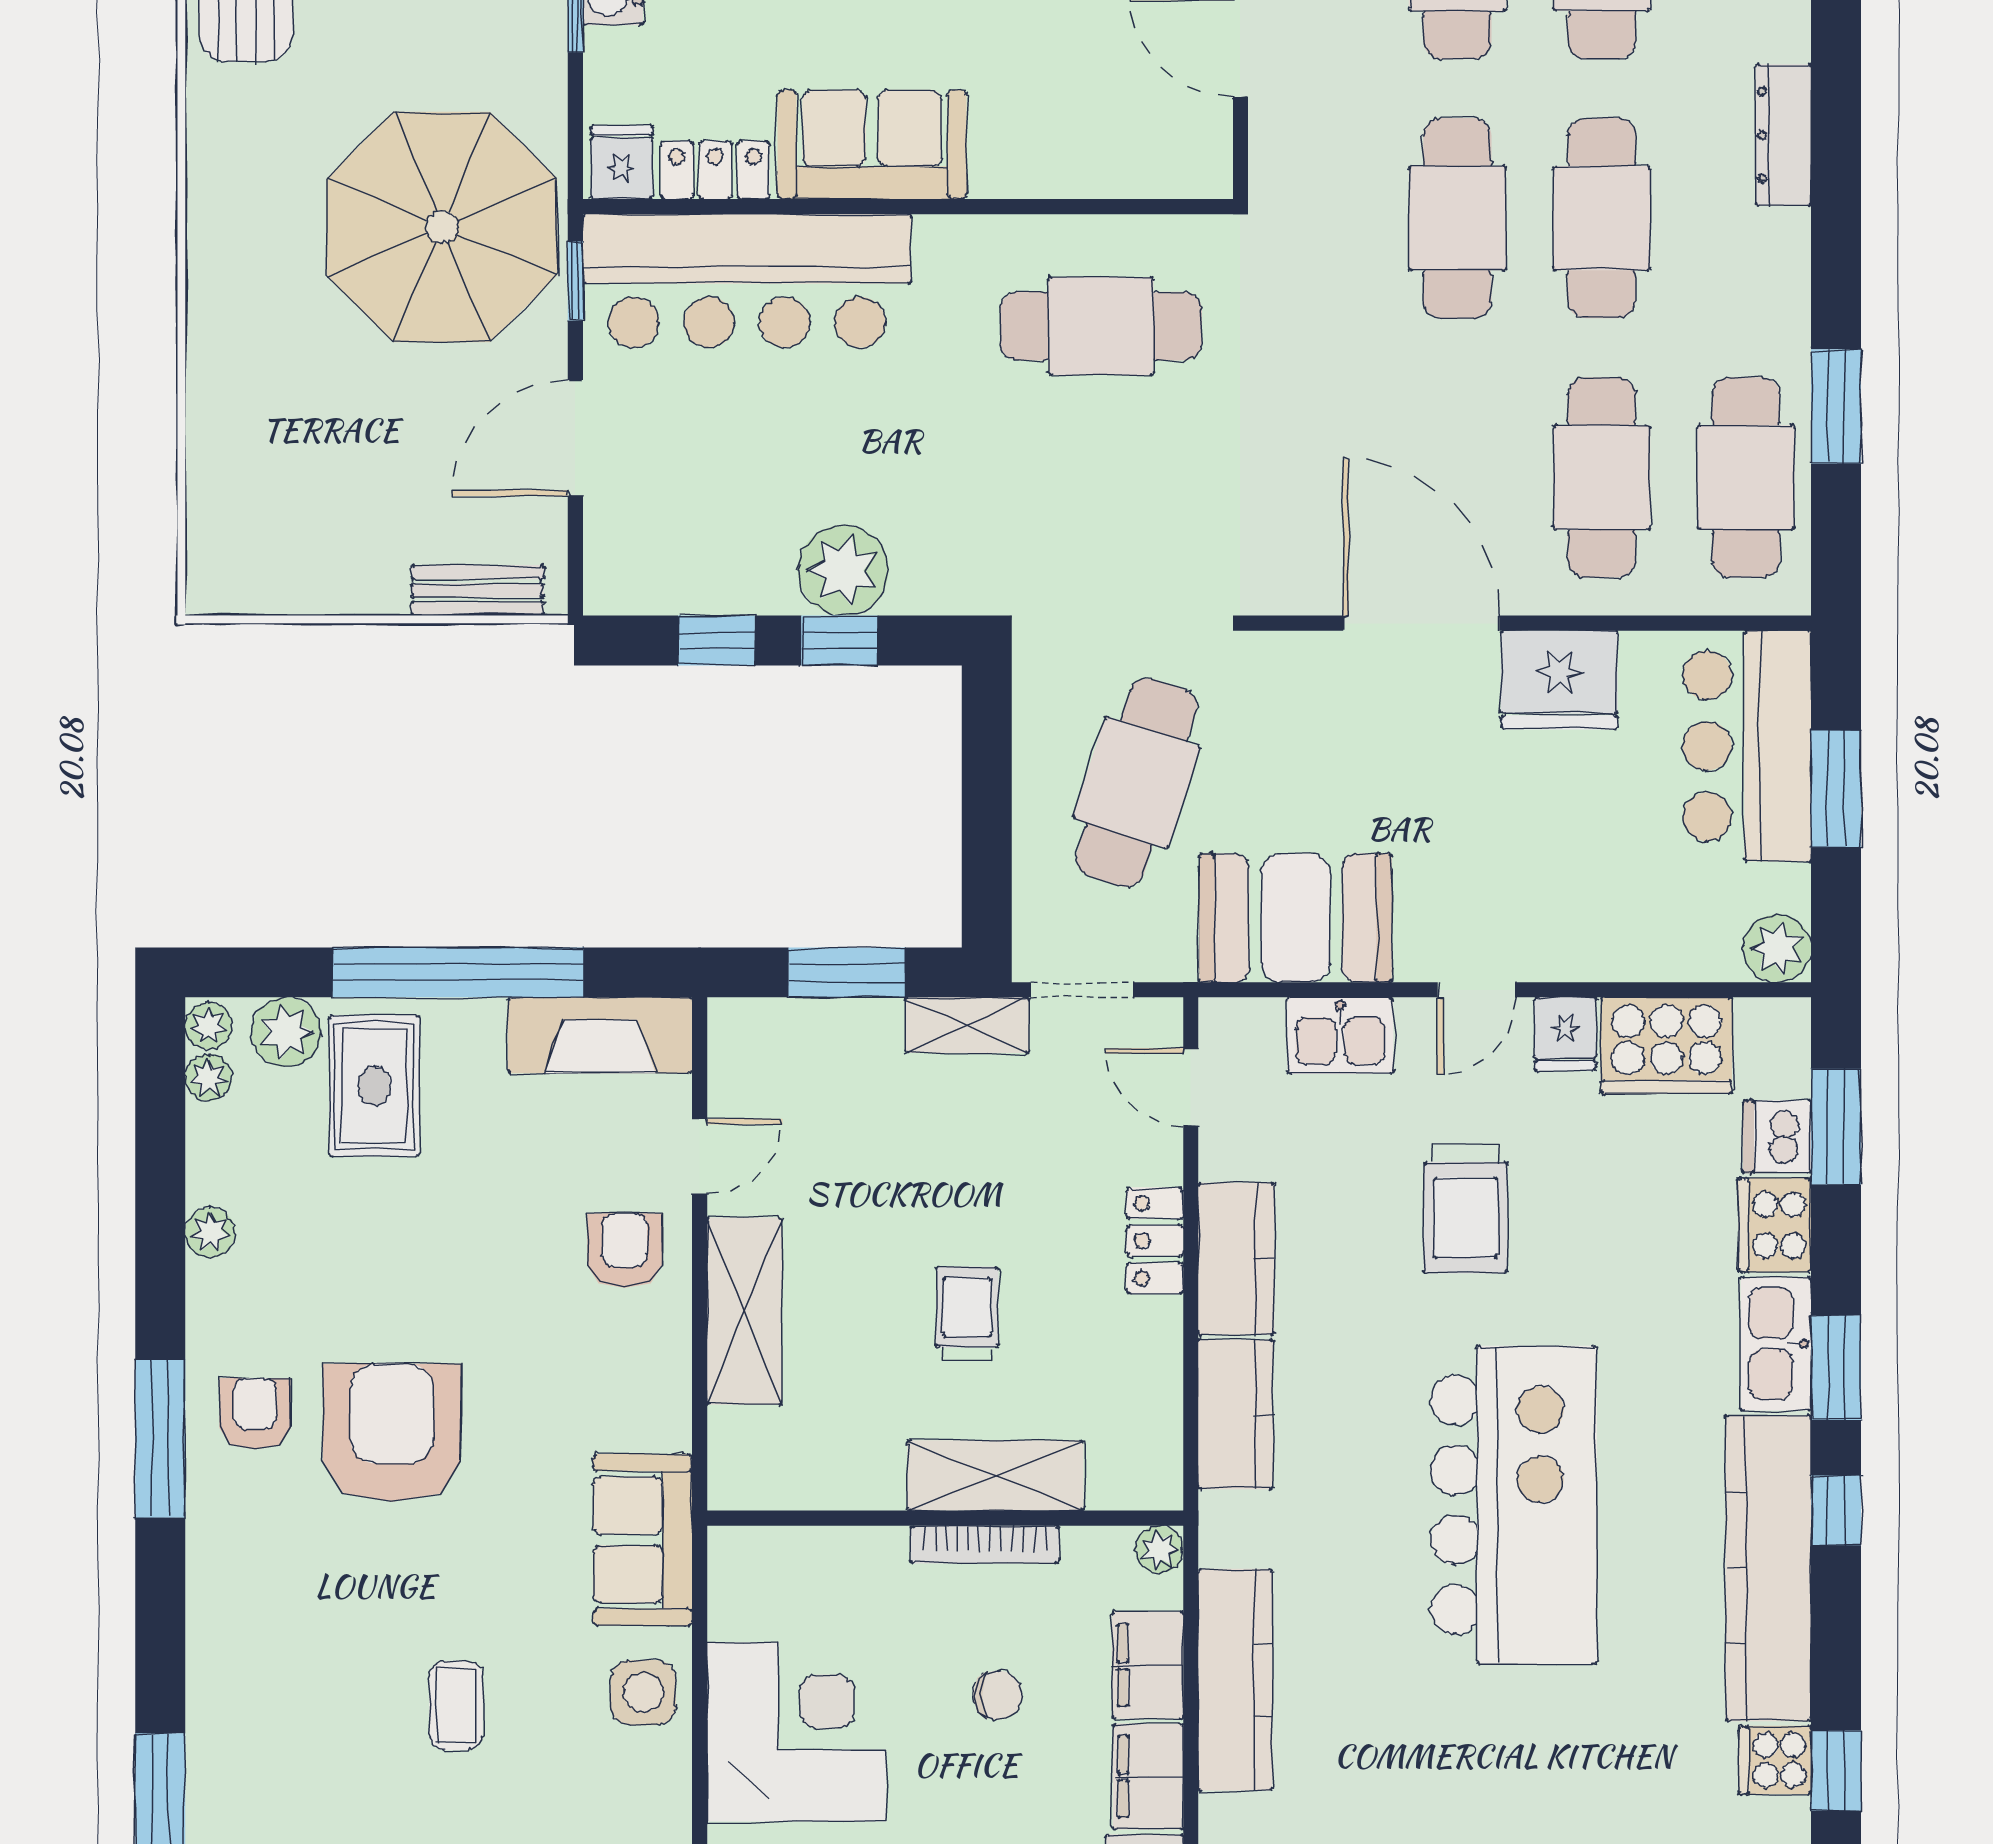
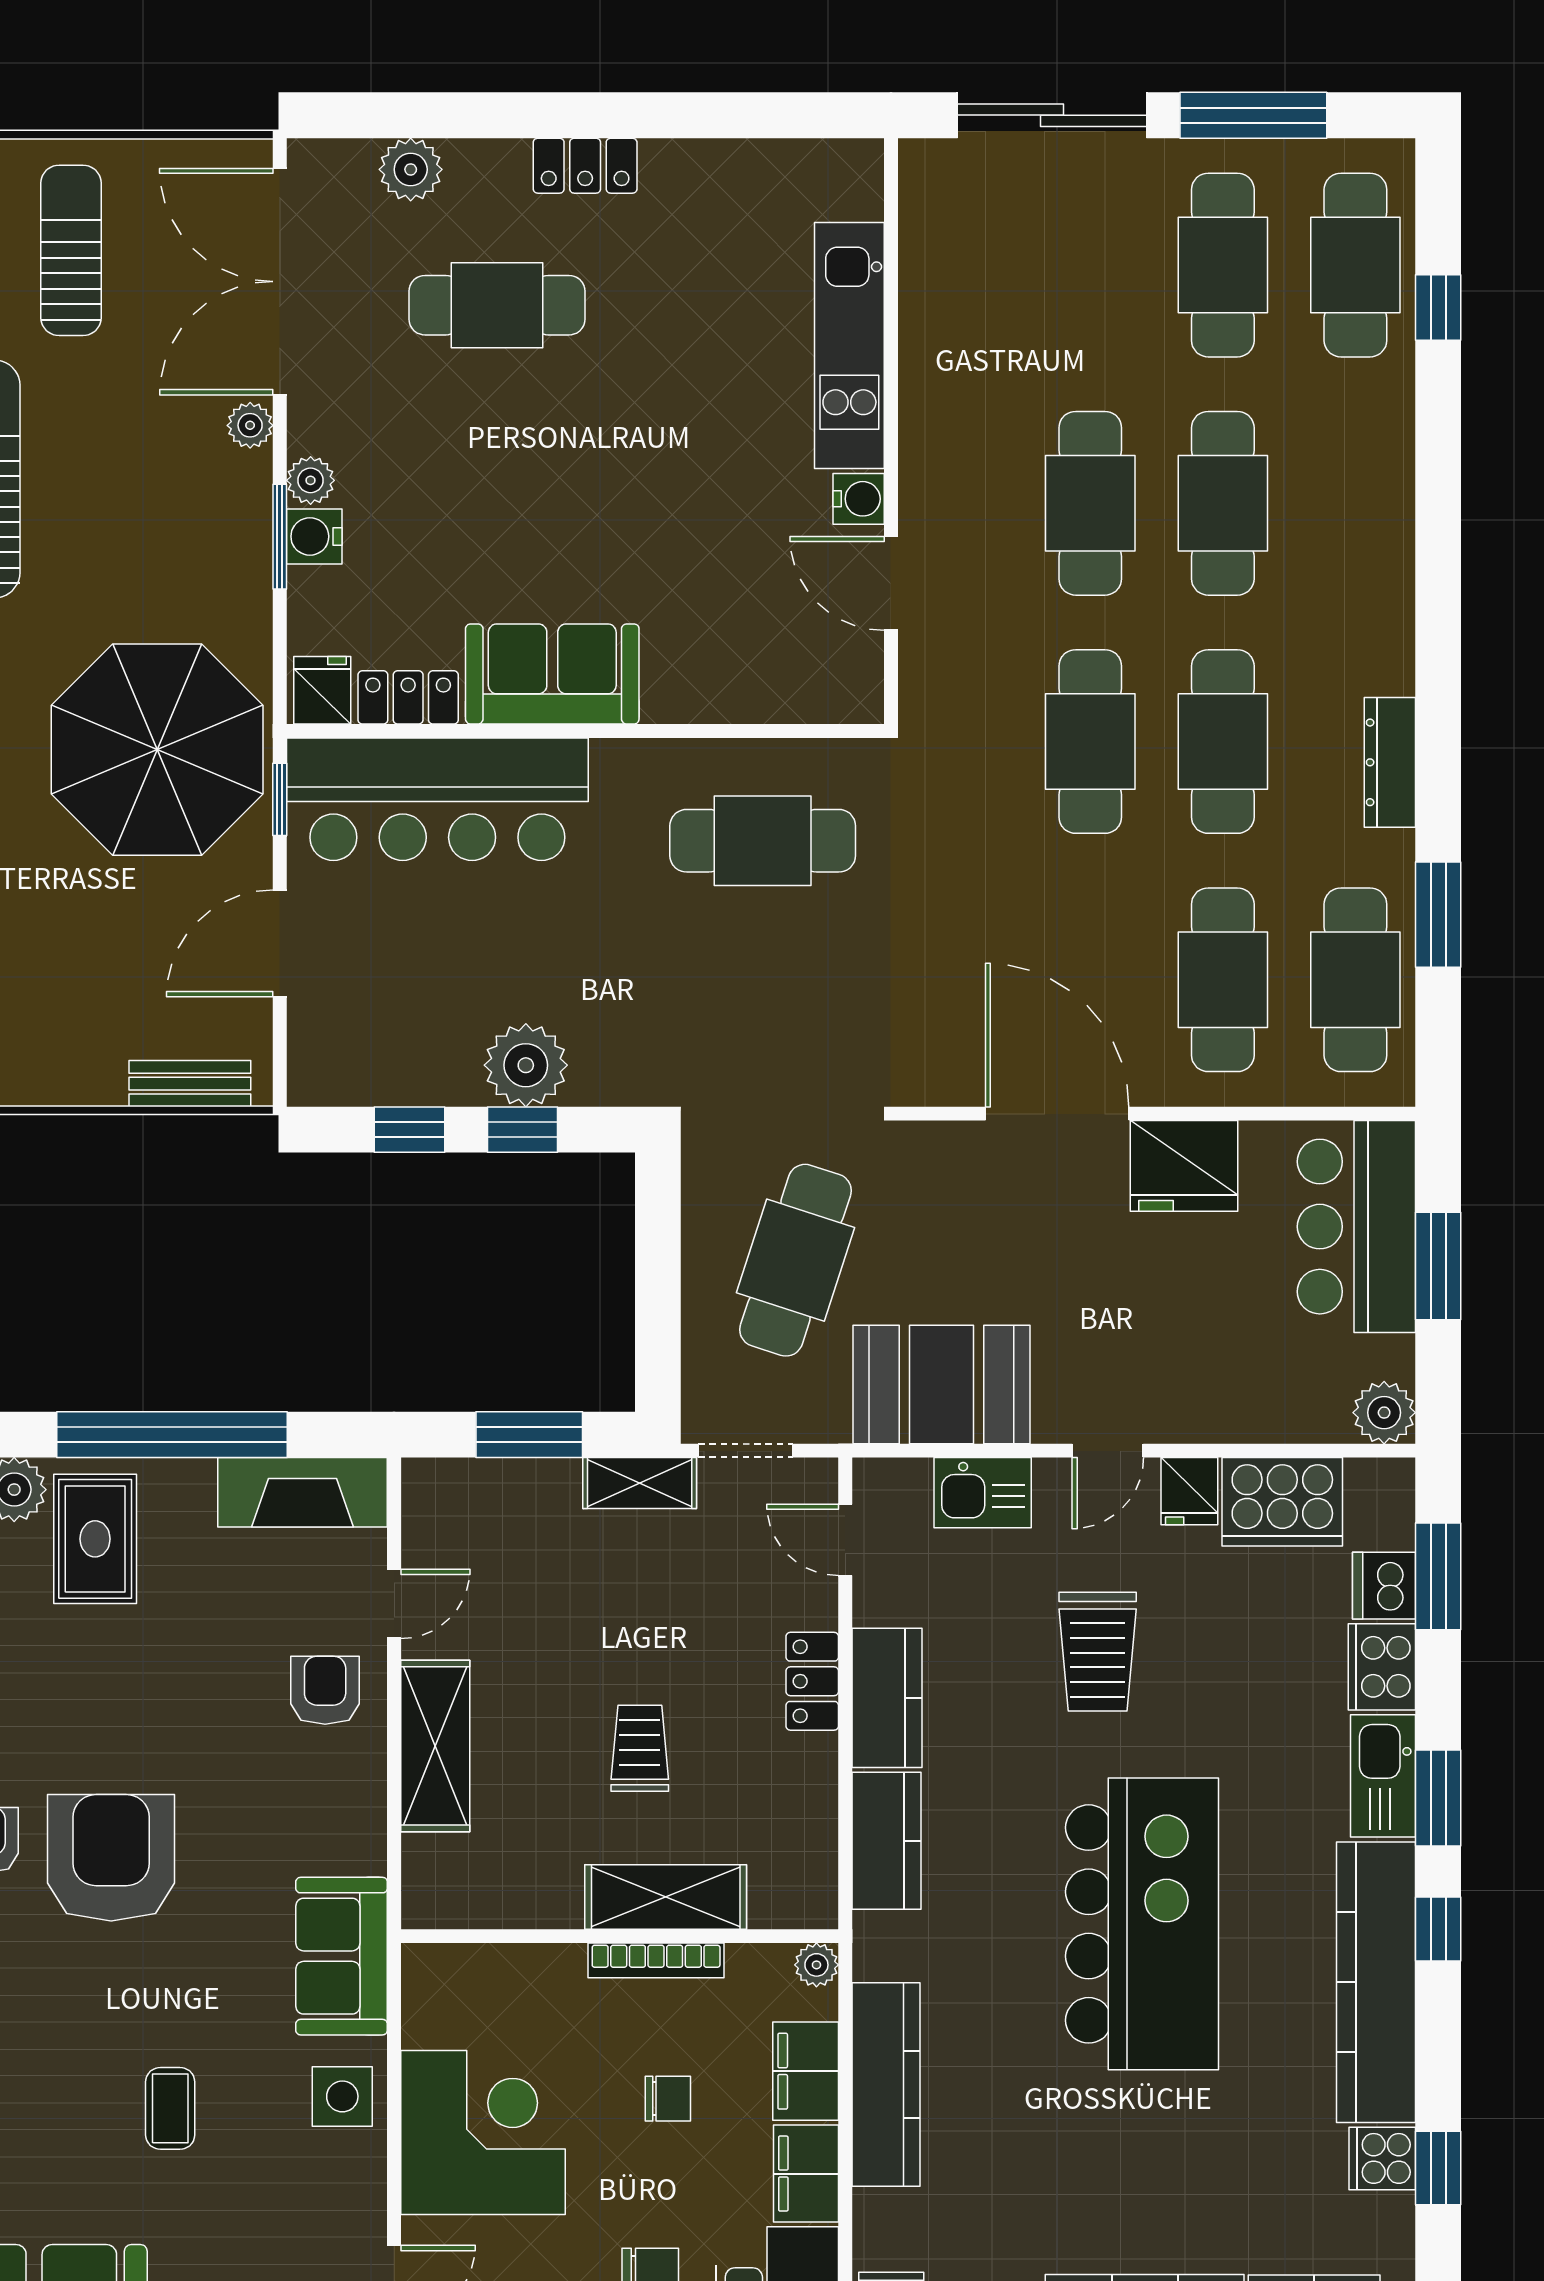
dresser: (1783, 135) -> (1390, 762), moved

